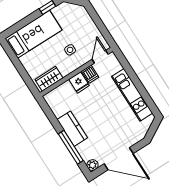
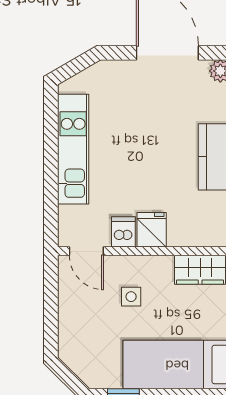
door: (100, 57) -> (86, 251), hinge flipped

